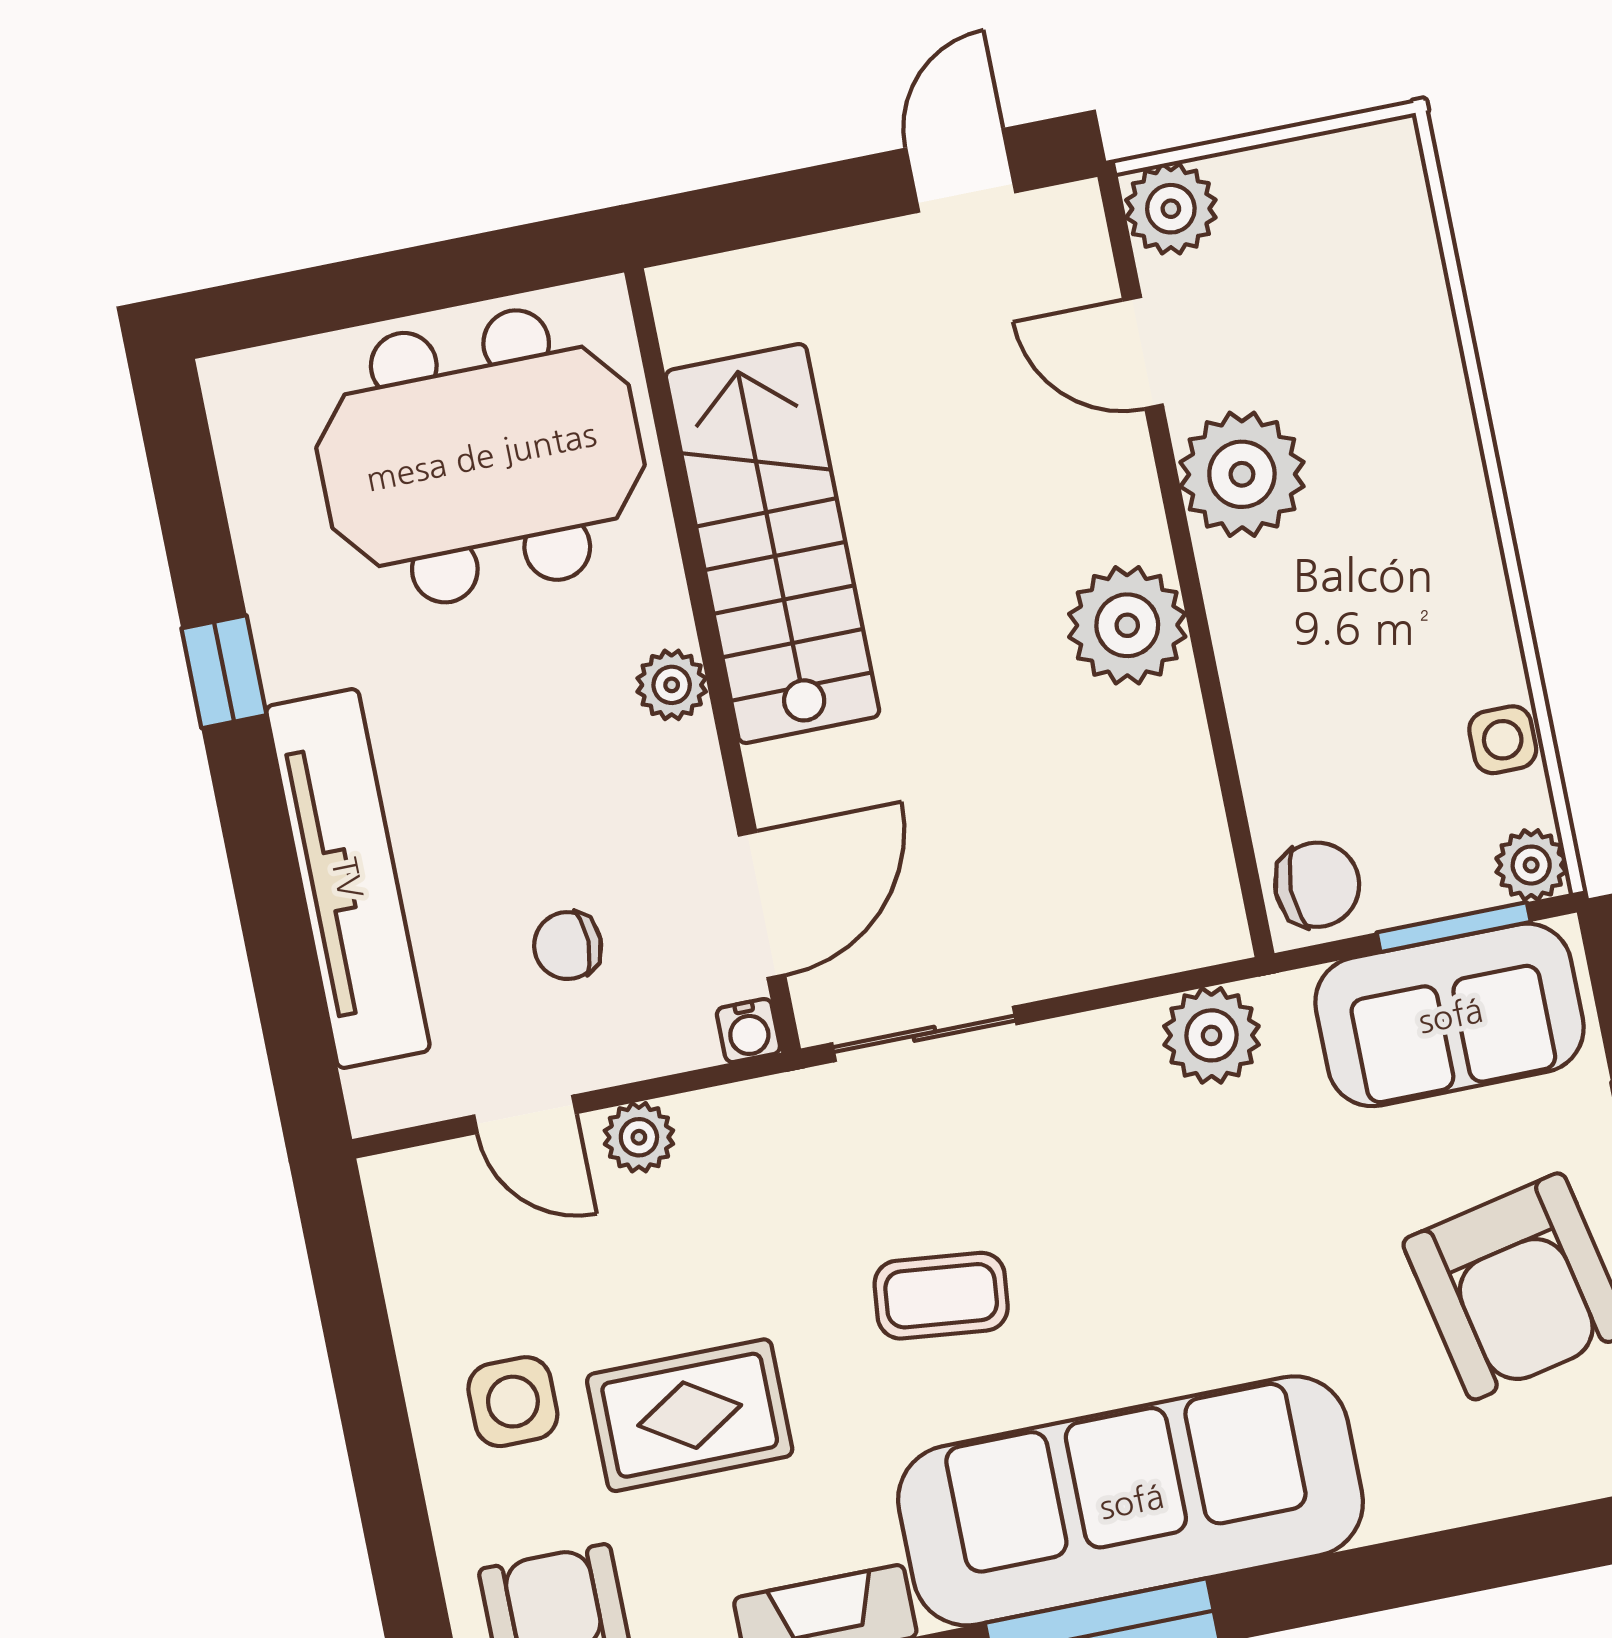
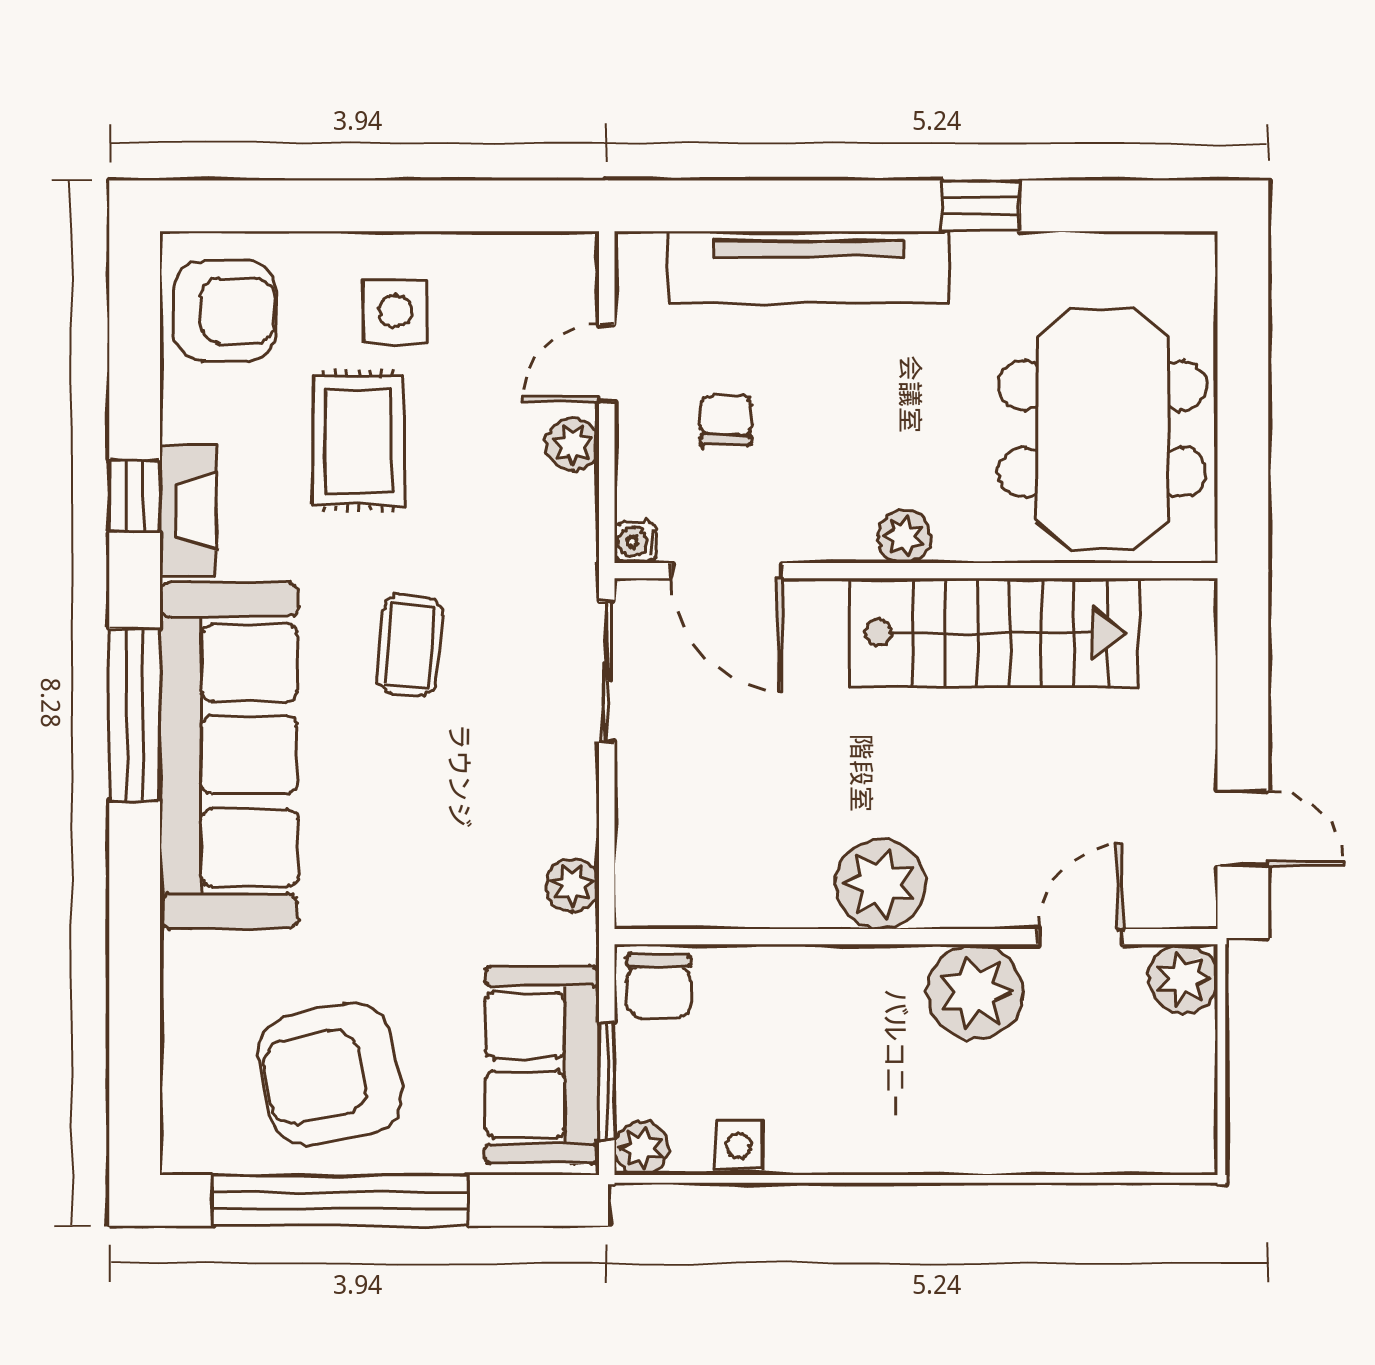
plant: (1211, 1035) -> (573, 885), width x0.73, depth x0.73

